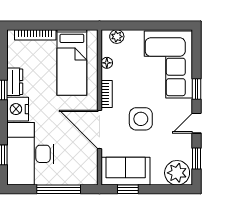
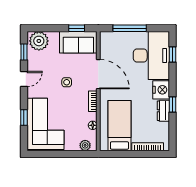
window: (196, 89) -> (24, 118), moved
side table: (141, 119) -> (67, 82), width x0.54, depth x0.54

